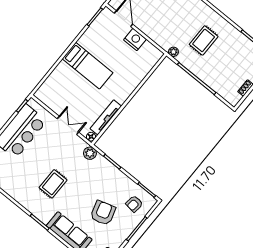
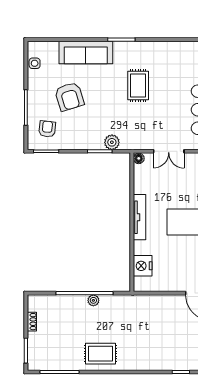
nightstand: (135, 40) -> (143, 266), moved, turned 90
rug: (204, 40) -> (101, 354), moved, turned 90
plant: (173, 52) -> (93, 300), moved
tv unit: (106, 117) -> (139, 217), moved
plant: (90, 153) -> (112, 142), moved

